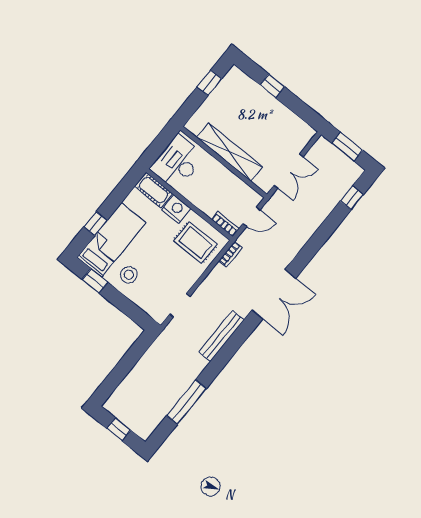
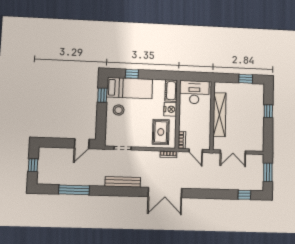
door: (137, 351) -> (82, 144), added

